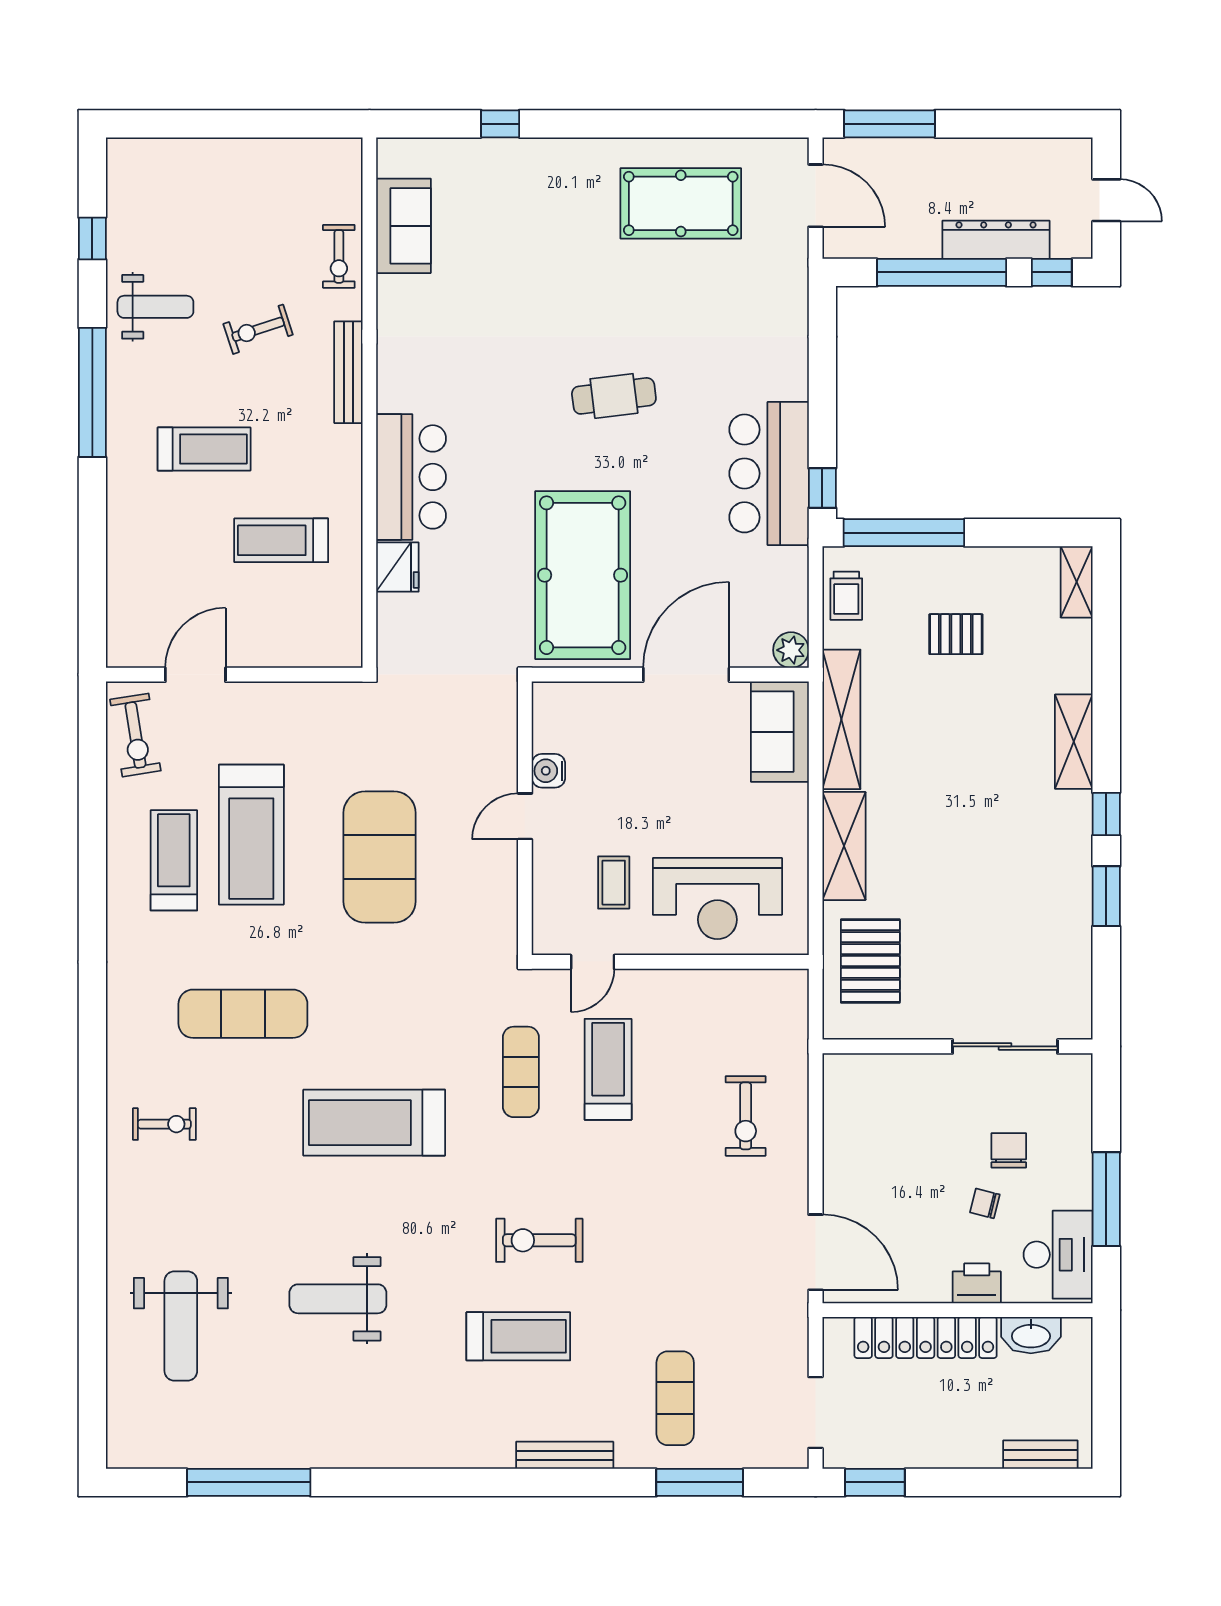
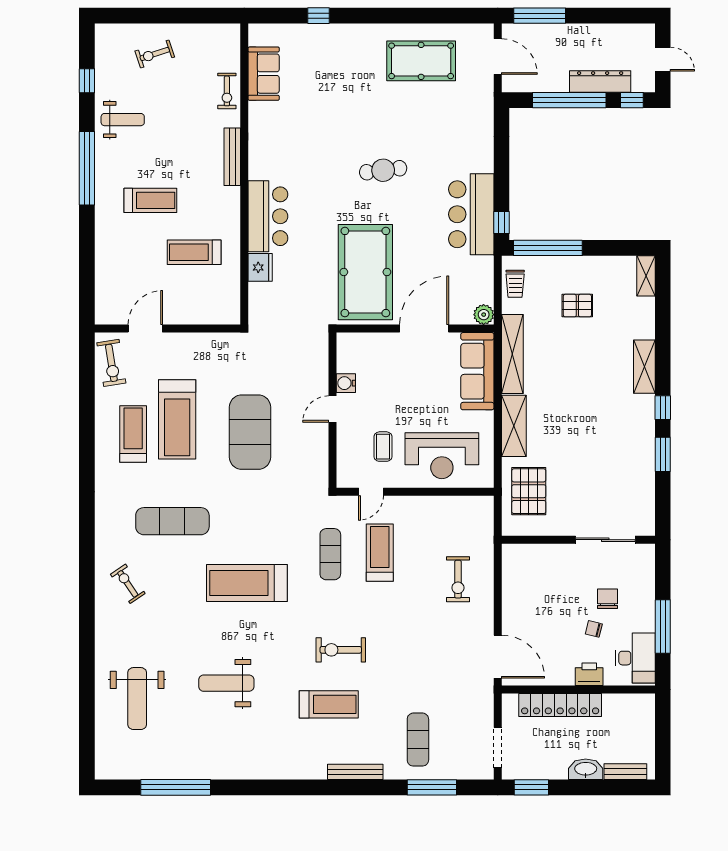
exercise bike: (258, 329) -> (155, 54), moved
sofa: (780, 732) -> (477, 371), width x1.36
exercise bike: (164, 1124) -> (128, 584), turned -124
washbasin: (1031, 1335) -> (586, 769), moved, turned 180

